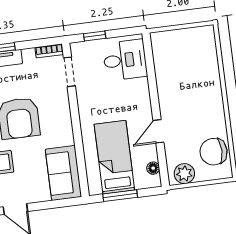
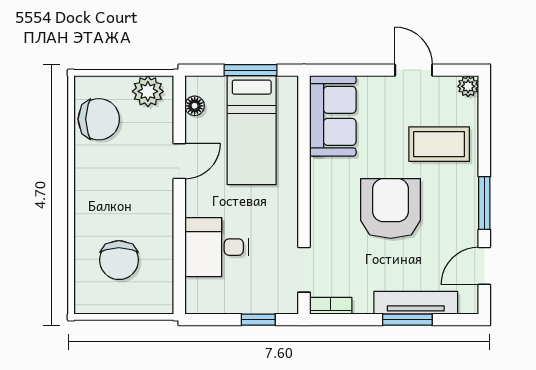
desk: (125, 60) -> (217, 247), moved
chair: (189, 63) -> (119, 260), added

